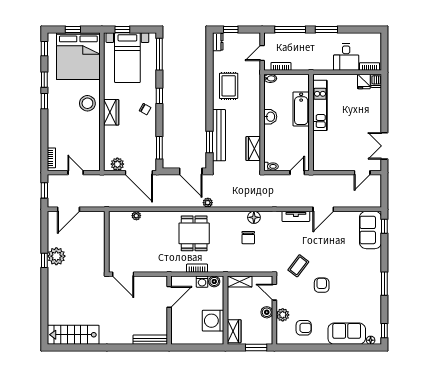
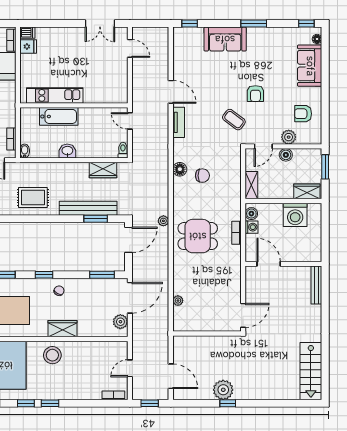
sofa: (370, 230) -> (225, 39), moved
armchair: (322, 285) -> (255, 94), turned -90
armchair: (304, 328) -> (303, 114), turned -90

